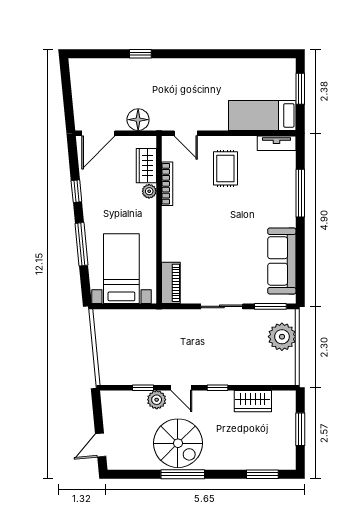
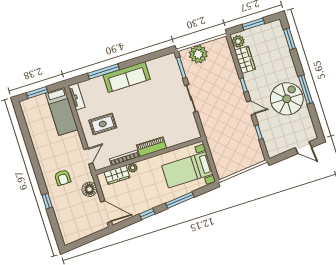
armchair: (167, 87) -> (63, 178), added
sofa: (282, 261) -> (127, 77), moved
piano: (171, 283) -> (151, 147), moved
door: (181, 388) -> (251, 108), hinge flipped
plant: (157, 400) -> (238, 41), moved

